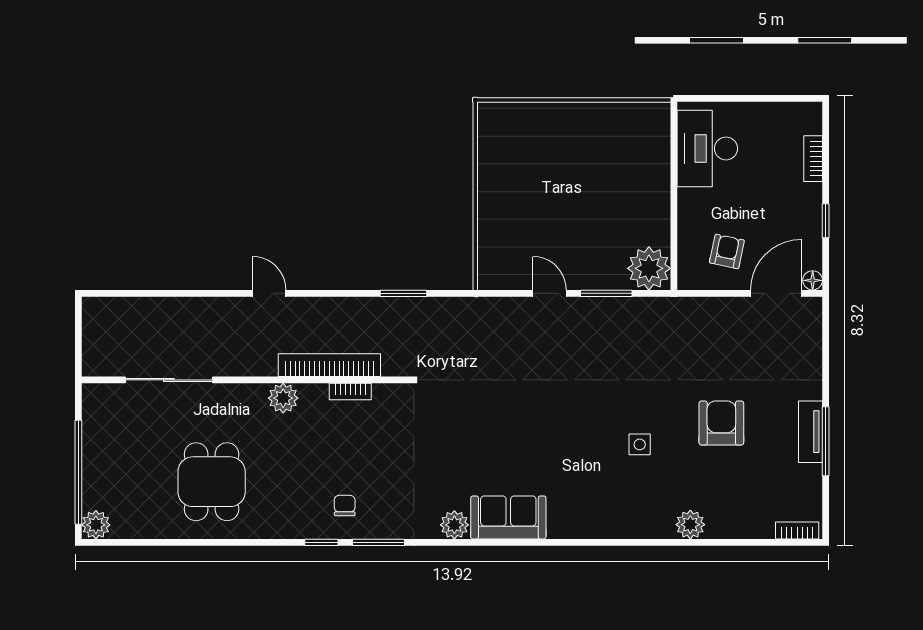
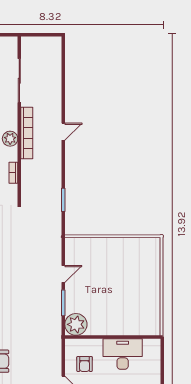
desk: (707, 149) -> (123, 354), moved
armchair: (727, 251) -> (85, 364), turned 78
bookcase: (329, 365) -> (27, 133), moved

